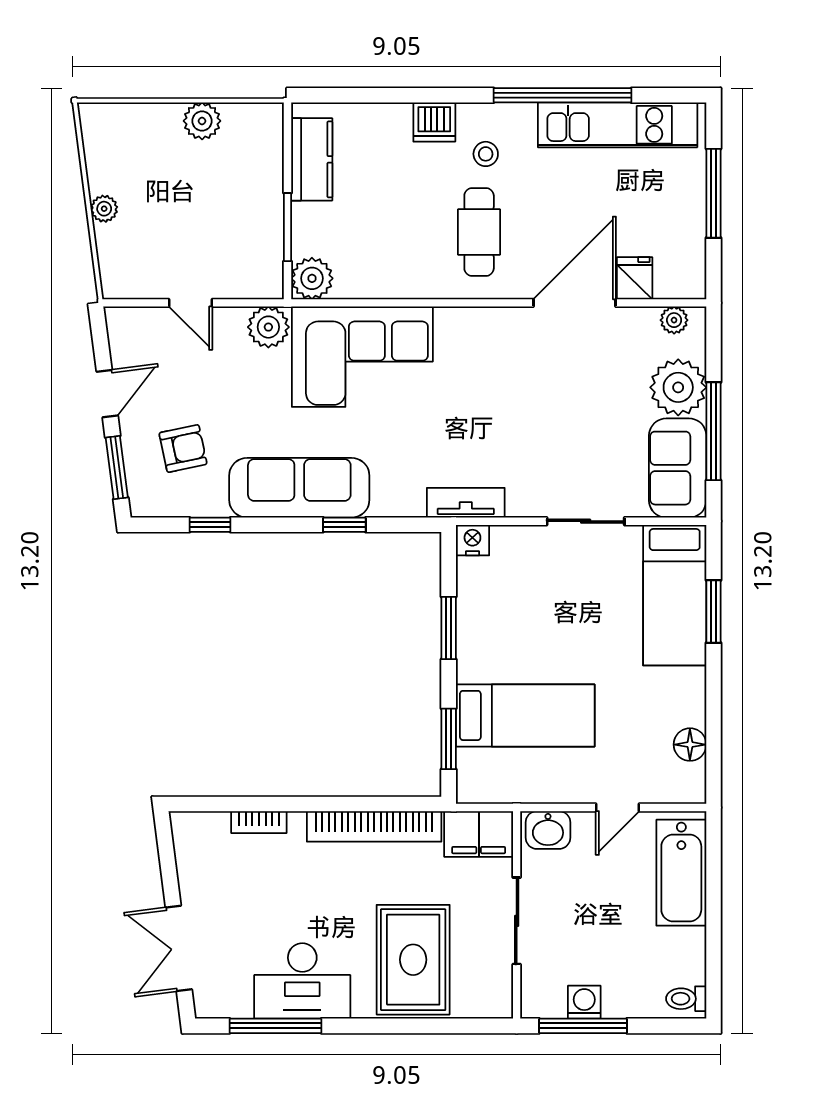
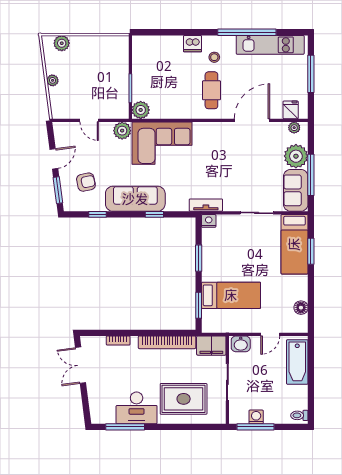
plant: (202, 121) -> (62, 43), moved
kitchen counter: (312, 159) -> (141, 59), removed
fridge: (635, 278) -> (291, 110), moved
double door: (179, 948) -> (80, 365), moved
rug: (413, 960) -> (184, 399), turned 90

